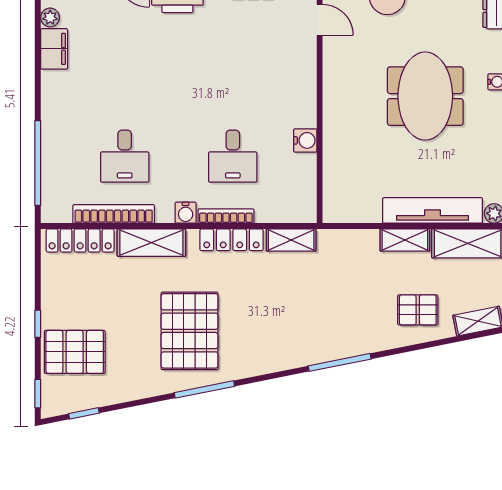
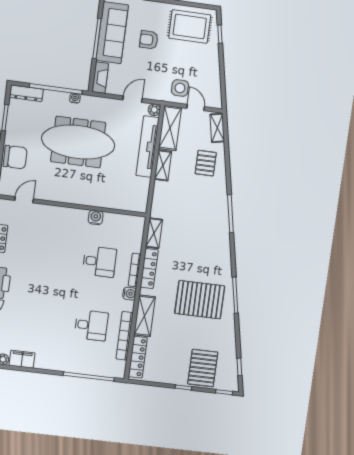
meeting table: (425, 96) -> (78, 142), width x1.36

